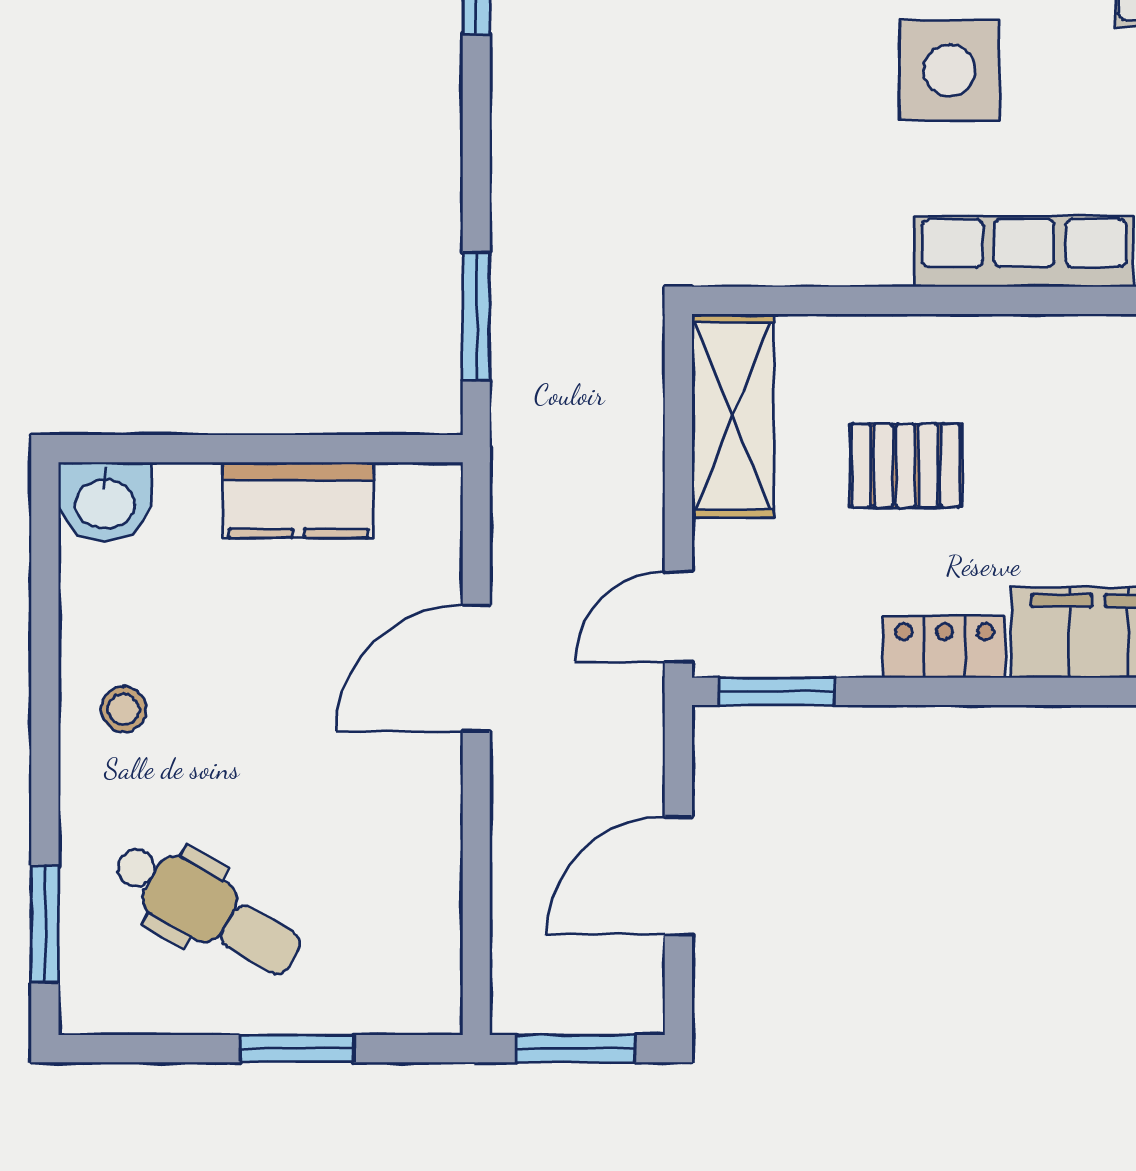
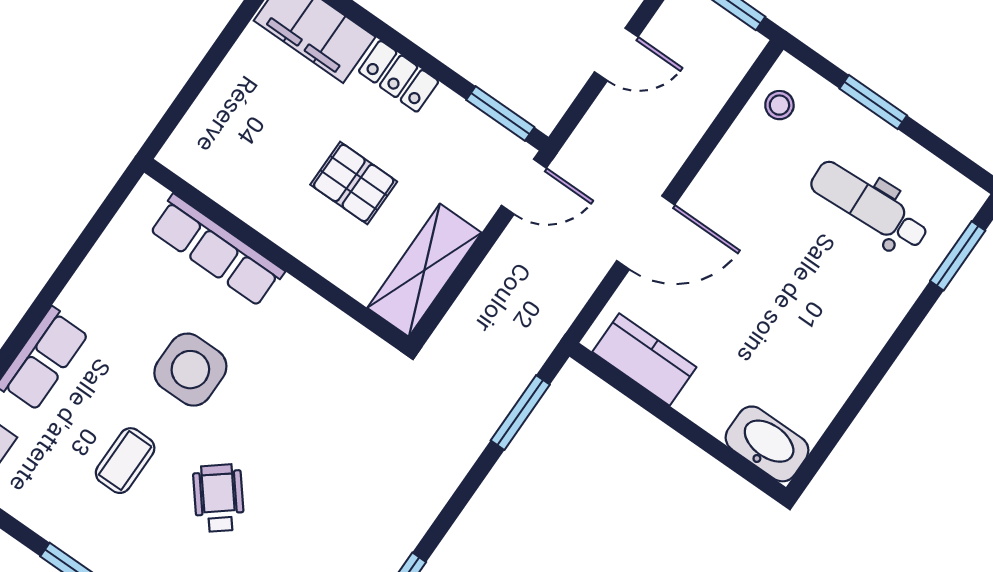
kitchen counter: (298, 500) -> (644, 360), moved
washbasin: (105, 502) -> (767, 444), width x1.38
stool: (124, 709) -> (779, 105), moved
door: (678, 875) -> (616, 54), width x0.73
dental chair: (207, 909) -> (869, 206), turned -33

